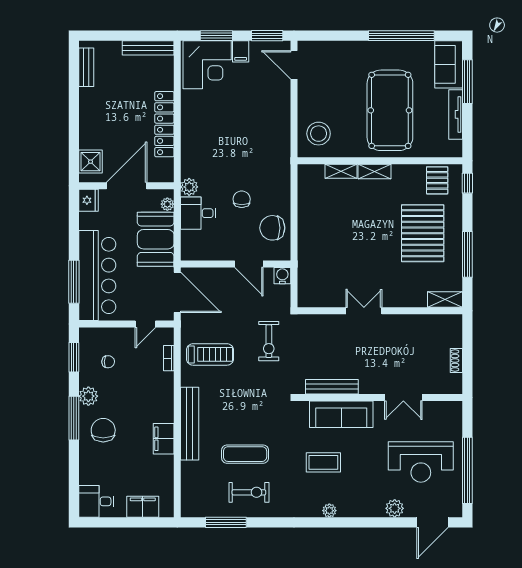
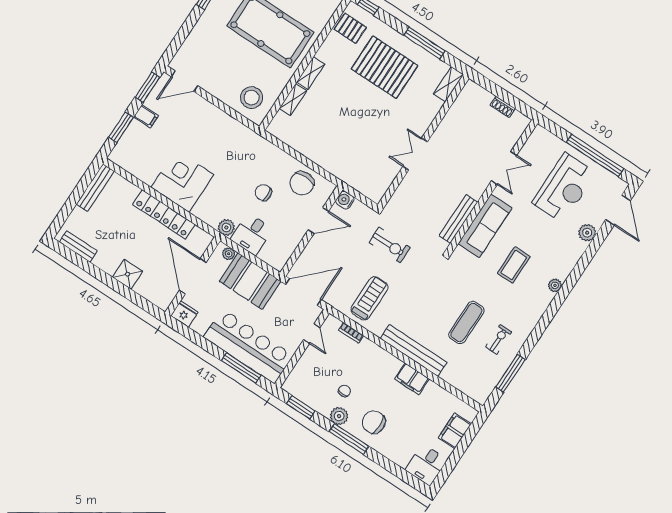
corner desk: (207, 65) -> (182, 181), moved, turned -90
shower: (91, 162) -> (128, 274), moved
chair: (108, 362) -> (344, 391), moved
exercise bike: (249, 492) -> (499, 339), width x0.73, depth x0.72

